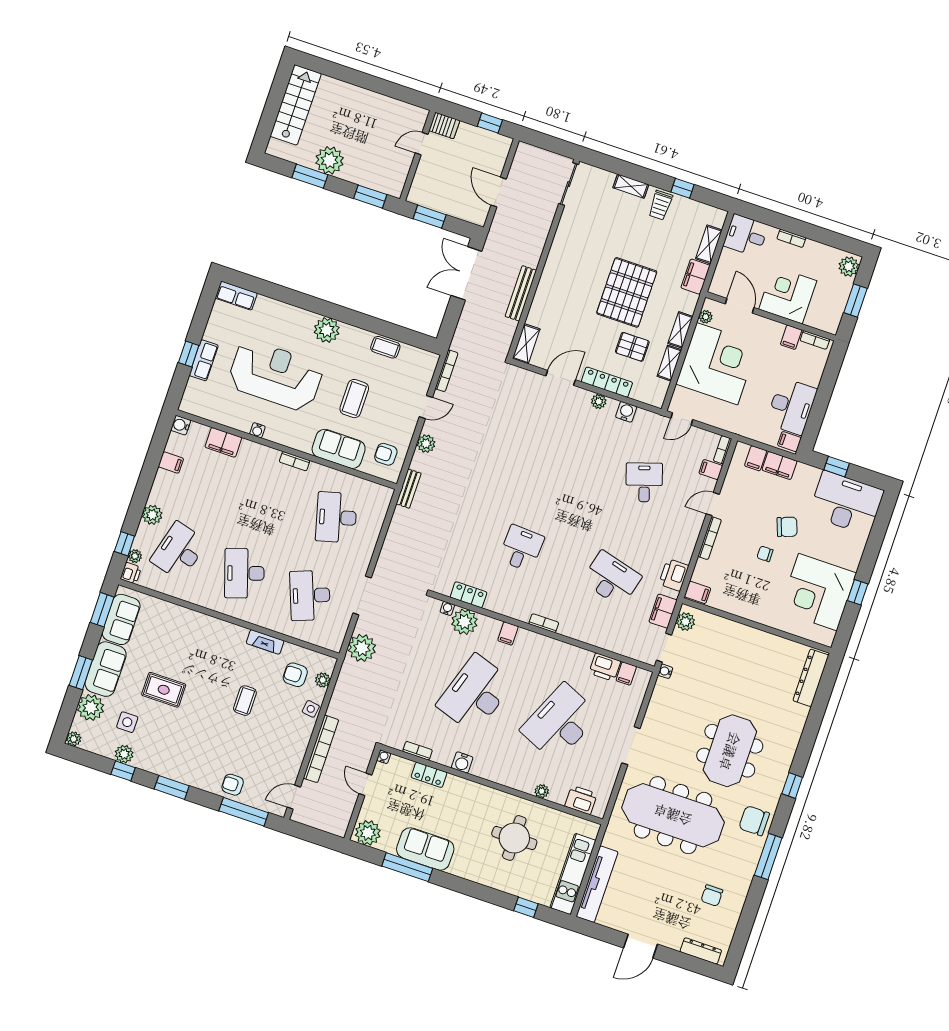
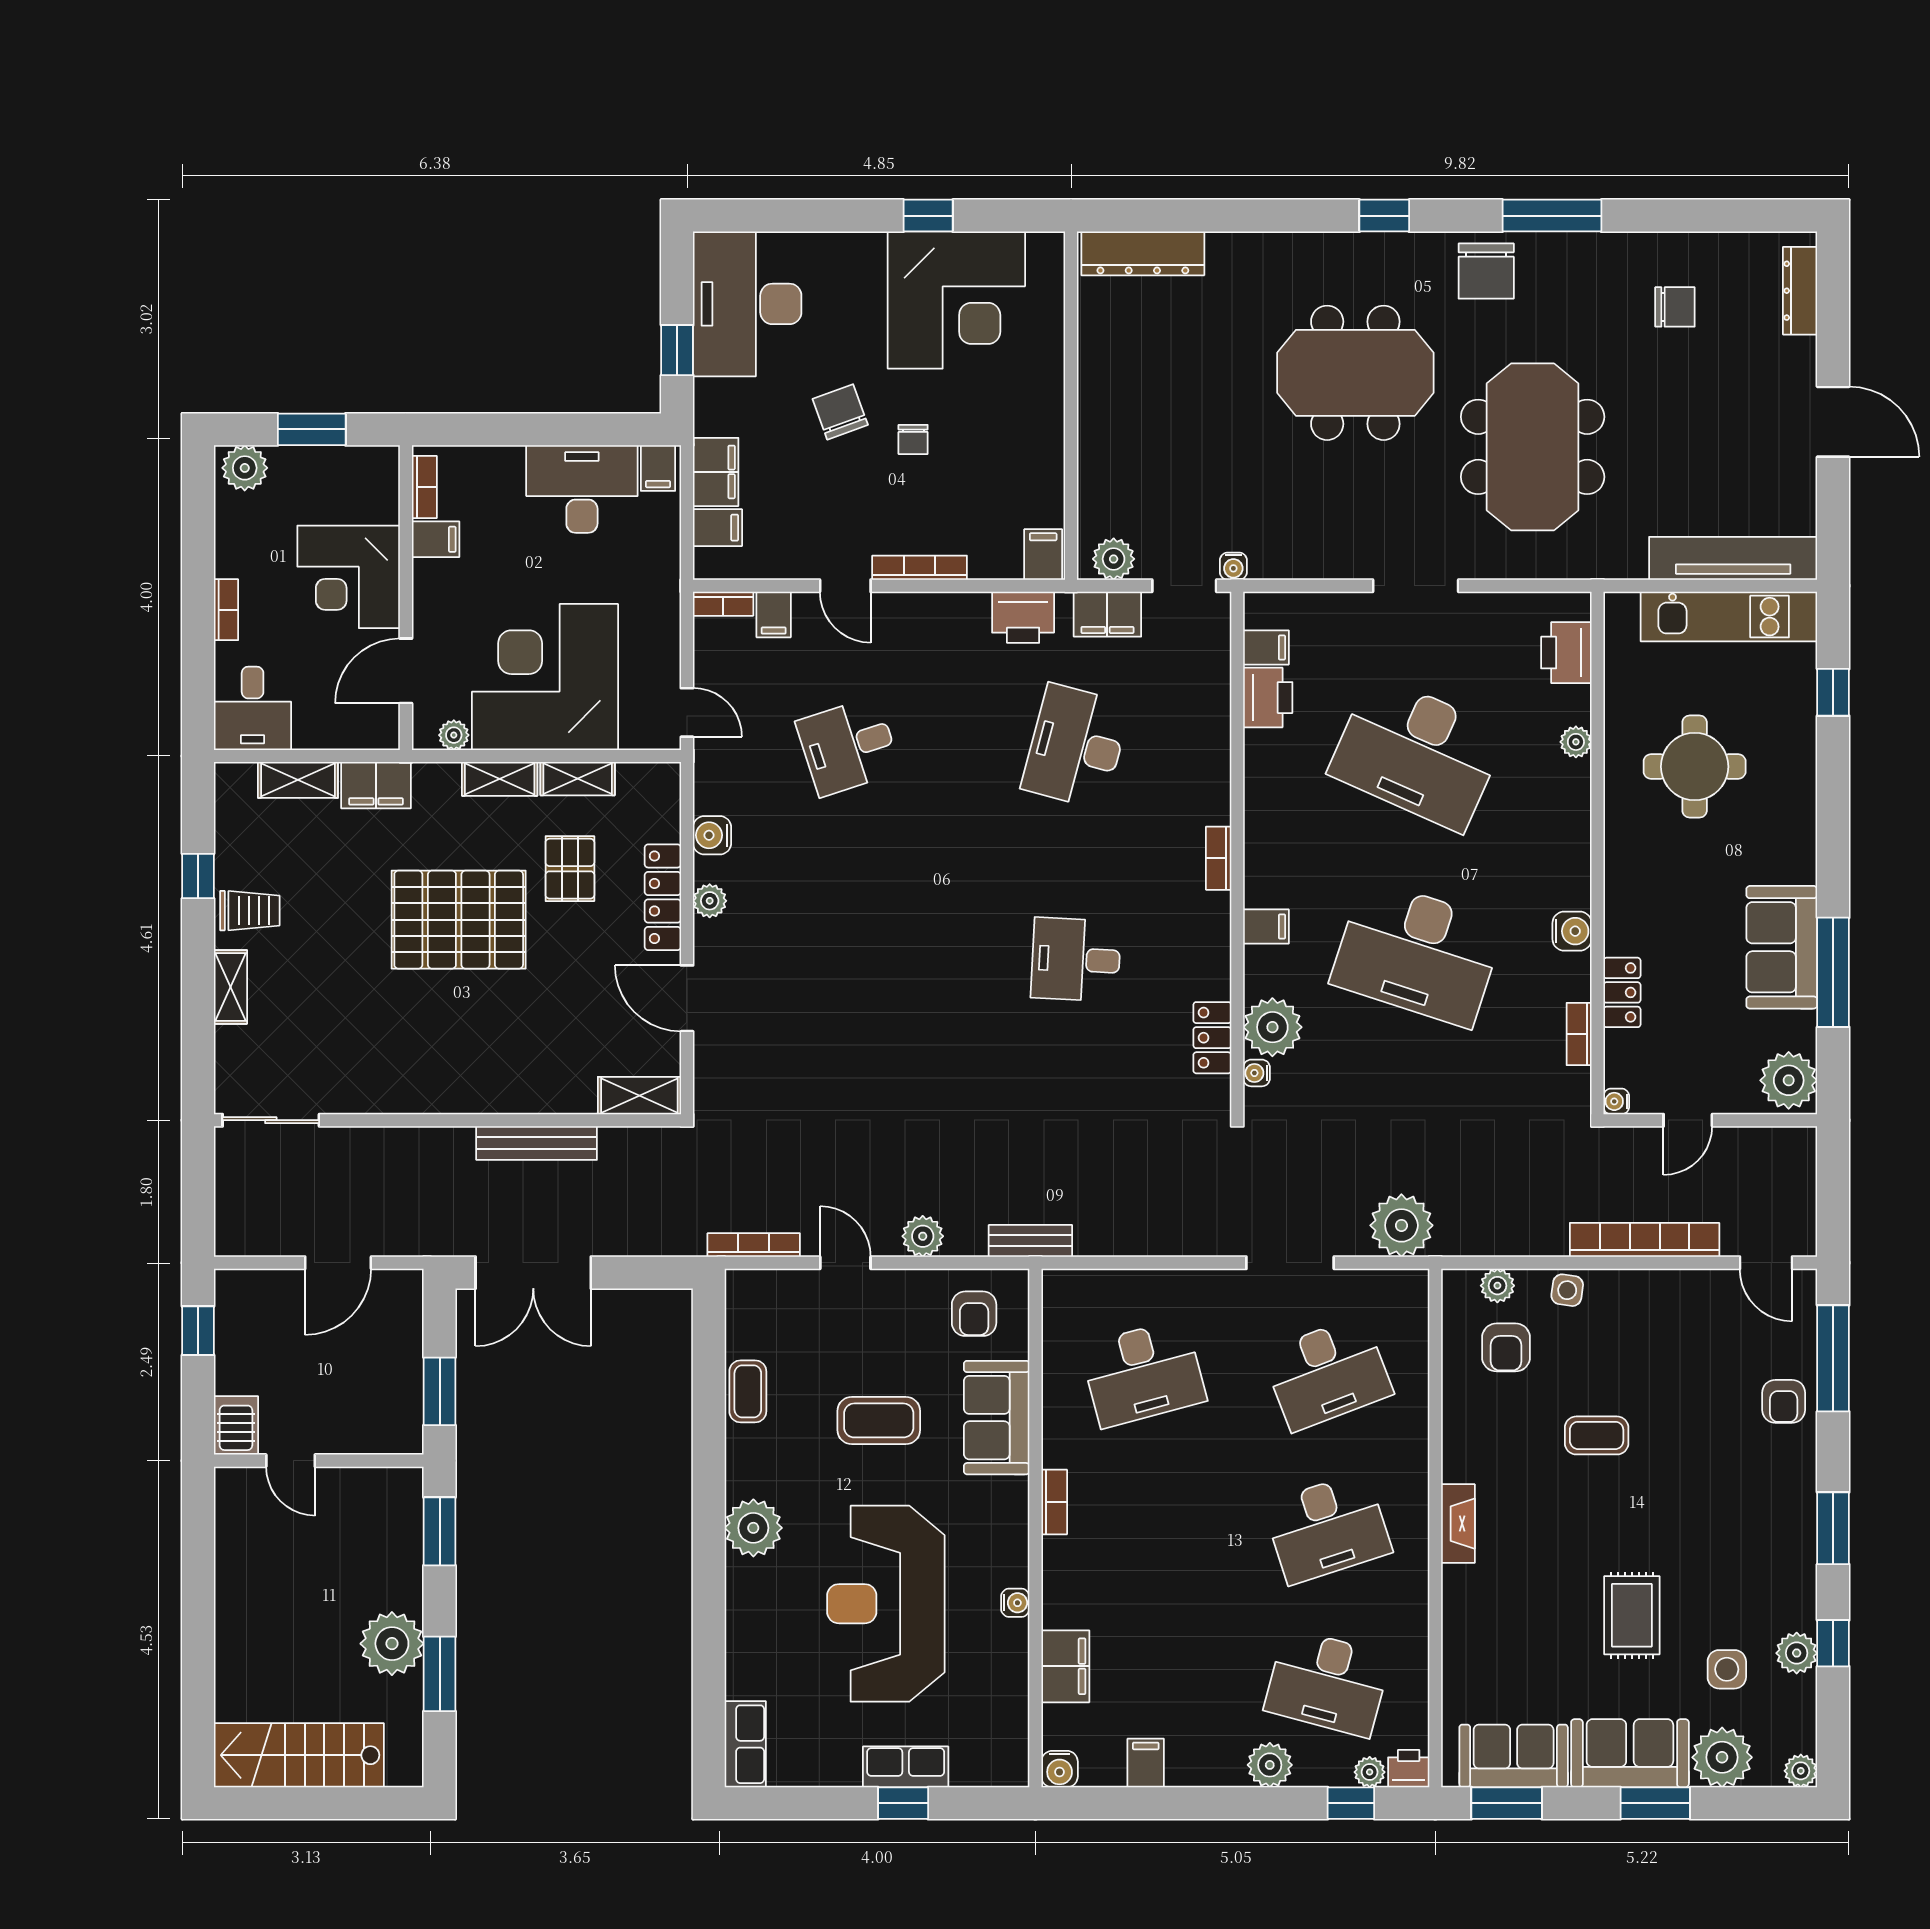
fireplace: (265, 642) -> (1458, 1524), moved
meeting table: (673, 815) -> (1533, 447), width x0.73

